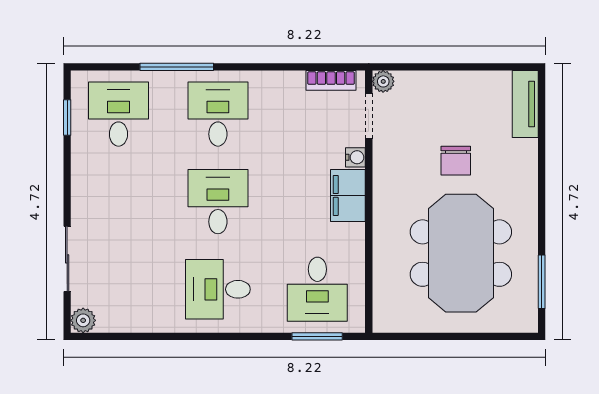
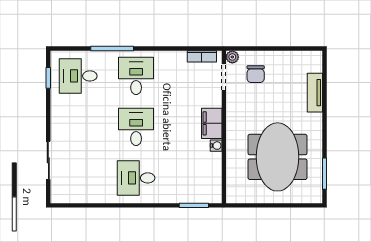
tv unit: (525, 104) -> (315, 93), moved
desk: (118, 114) -> (78, 76), turned -90
water cooler: (355, 157) -> (216, 146), moved
chair: (456, 161) -> (256, 74), moved
desk: (317, 289) -> (194, 178), removed
plant: (83, 320) -> (58, 196), removed

